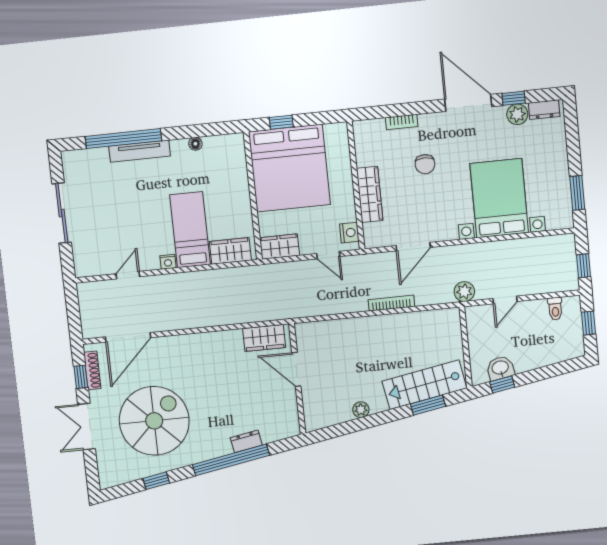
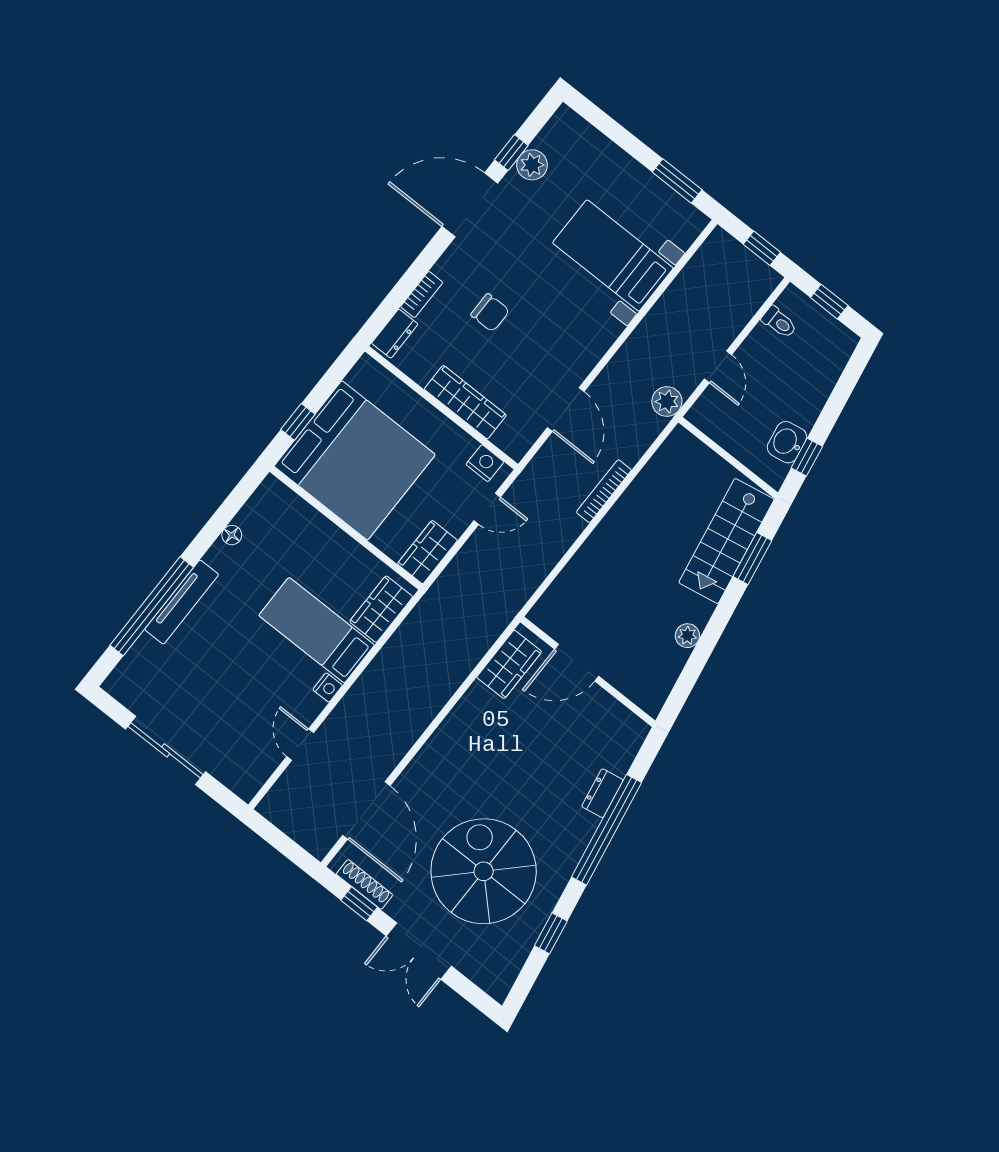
dresser: (544, 110) -> (395, 334), moved
bed with nightstands: (499, 198) -> (613, 255), width x0.73

